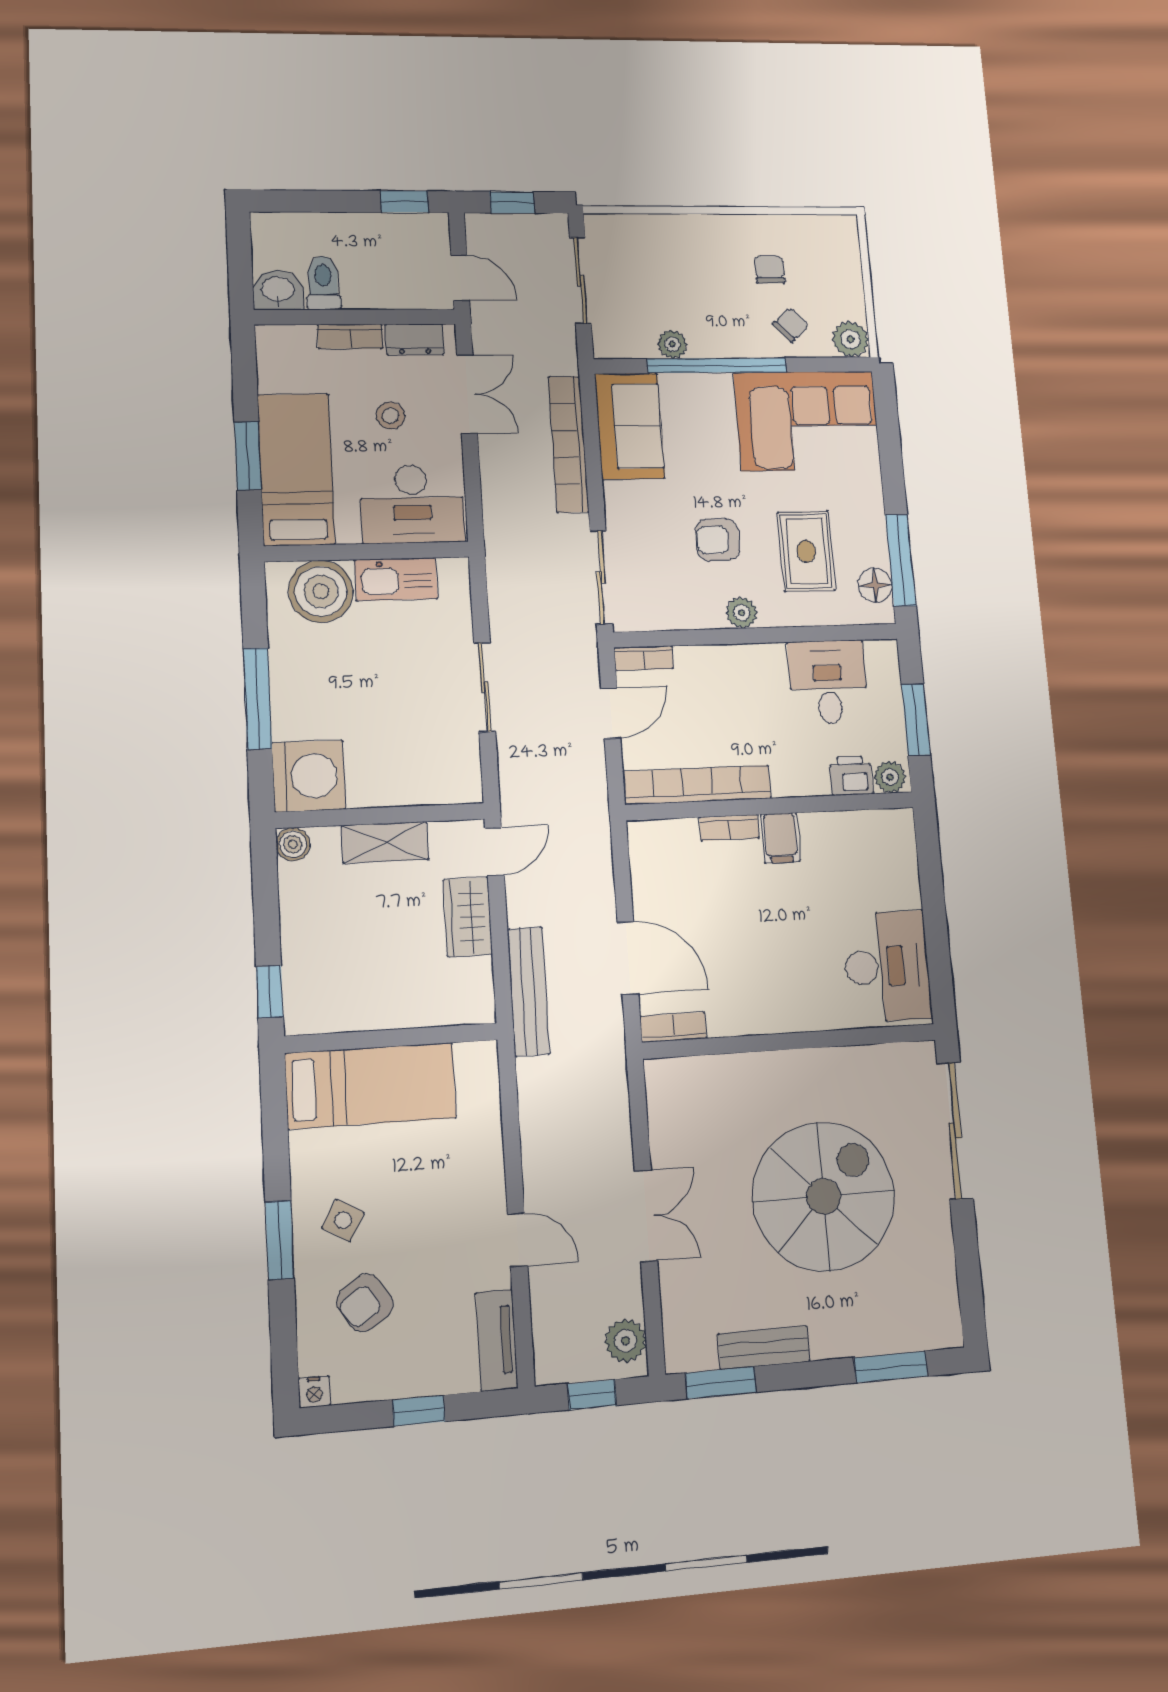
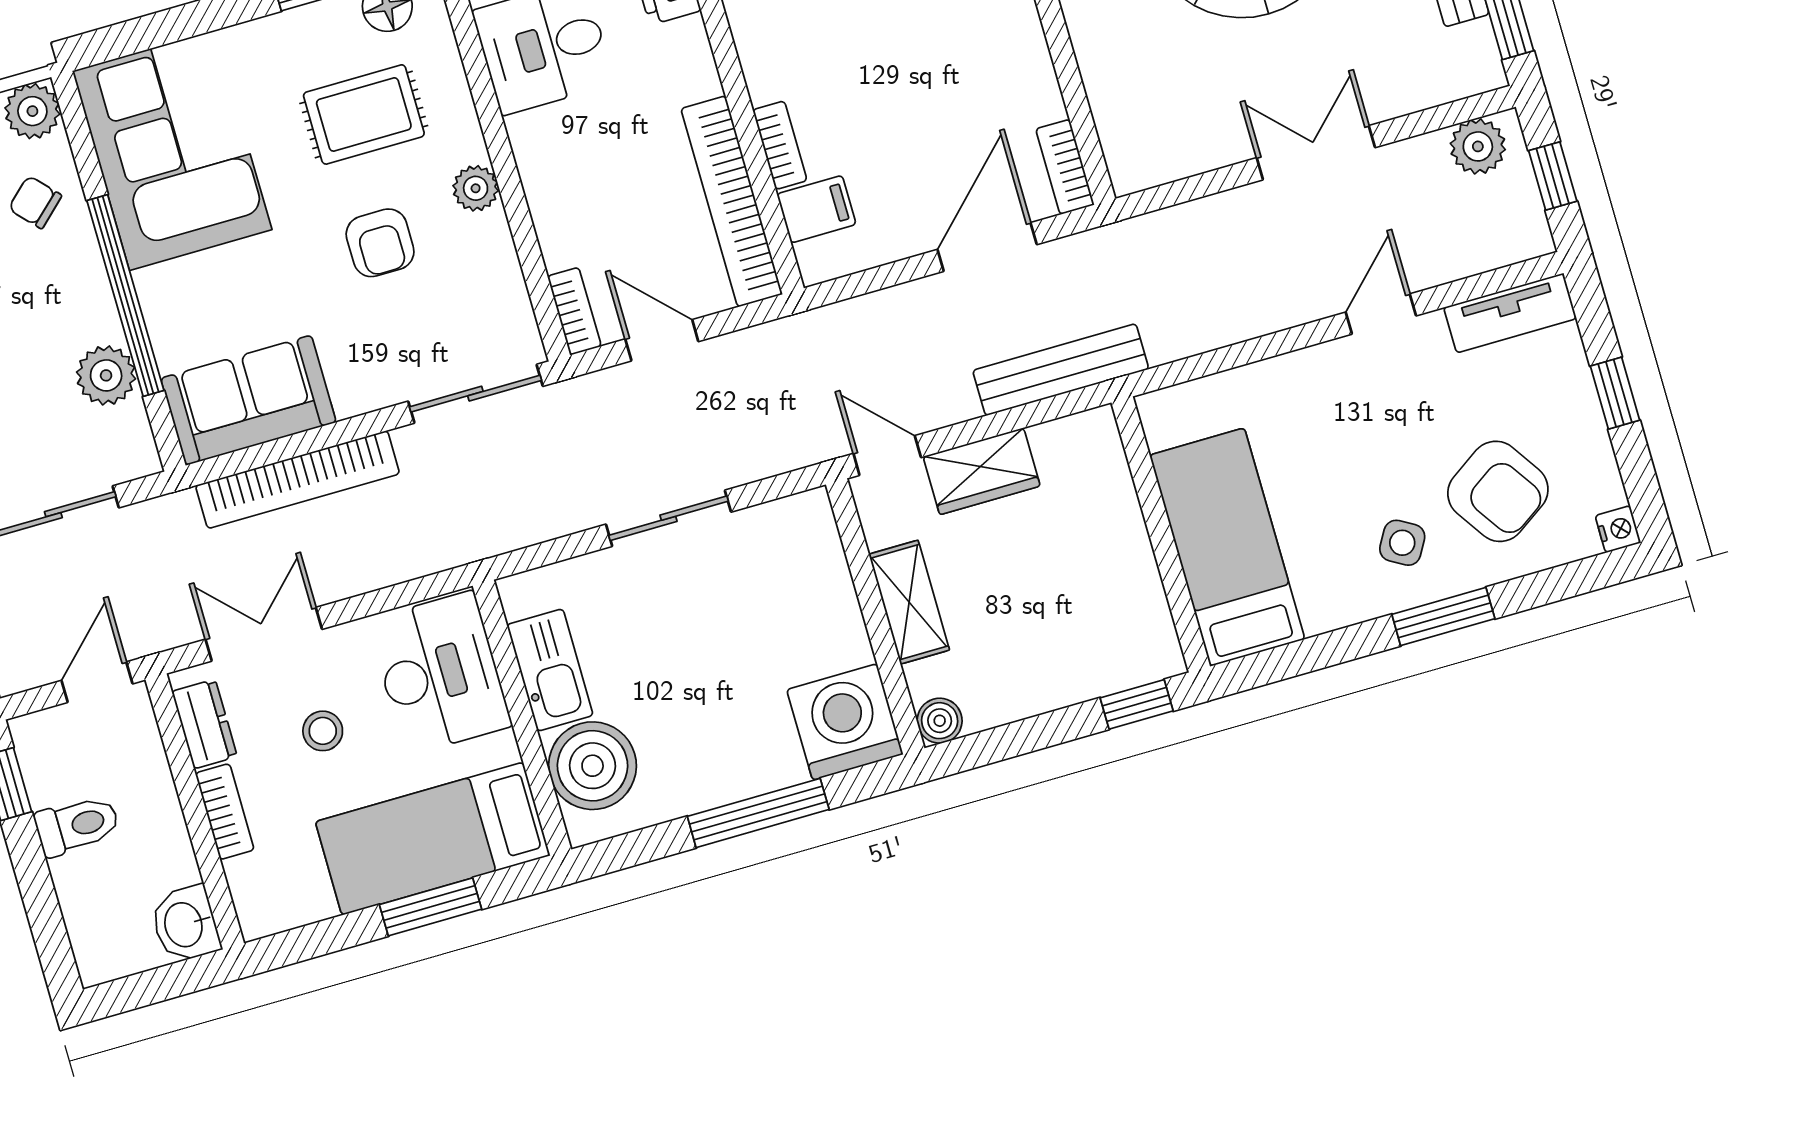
toilet: (323, 283) -> (77, 825), moved, turned 180
plant: (672, 344) -> (106, 375), width x1.38, depth x1.38
filing cabinet: (781, 838) -> (816, 209), moved
armchair: (365, 1303) -> (1498, 491), width x1.38, depth x1.38

